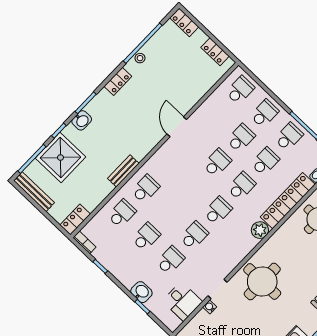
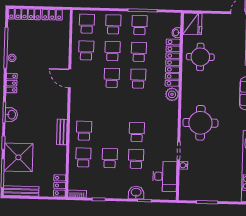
locker: (184, 22) -> (24, 14), width x1.53
washbasin: (82, 120) -> (11, 115), moved
school desk: (218, 211) -> (86, 50), moved
desk: (182, 301) -> (165, 176), width x1.37

